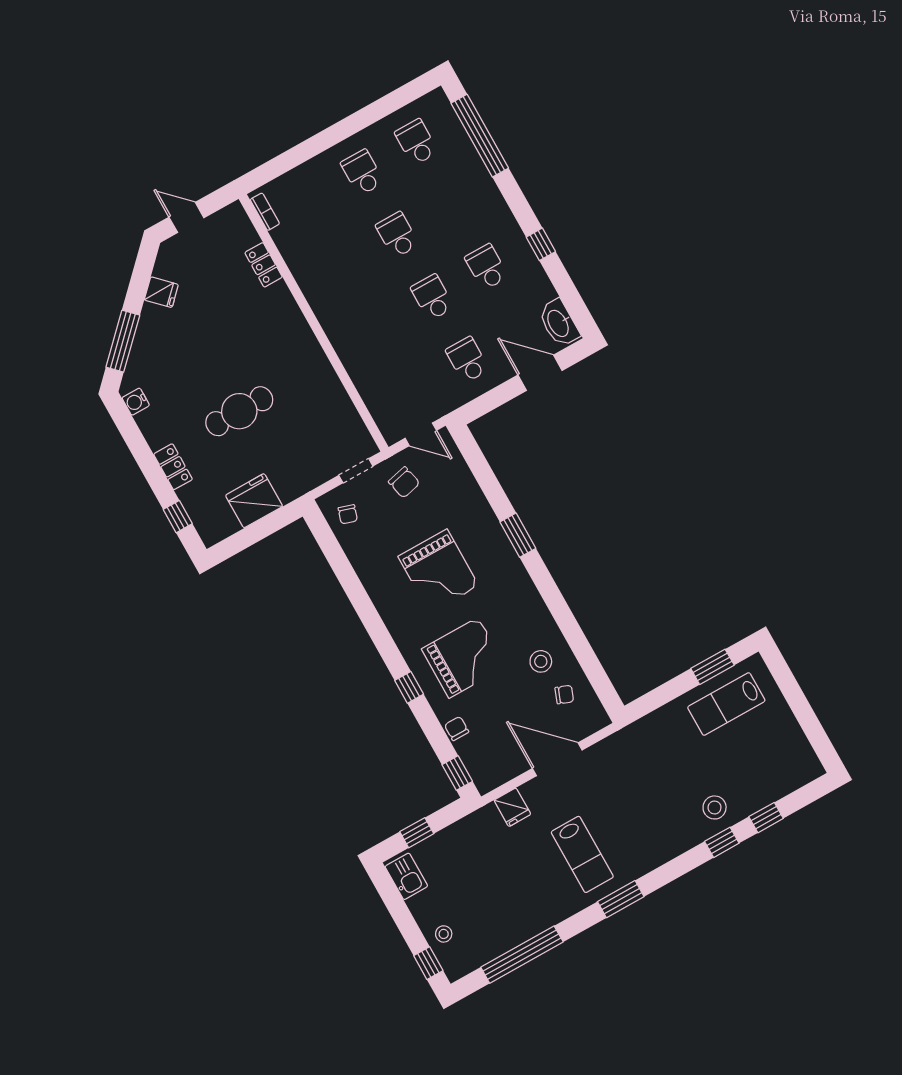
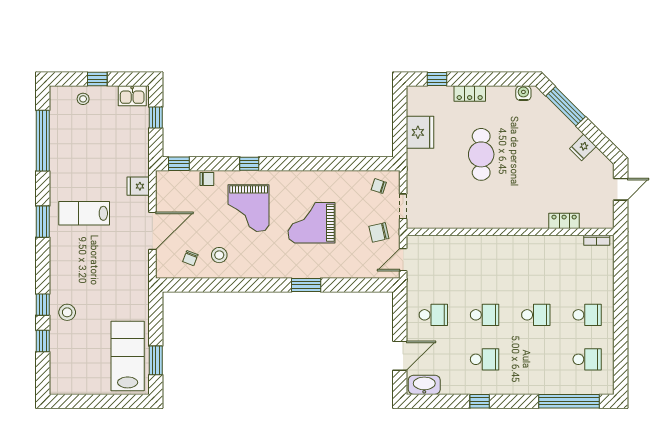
lab bench: (726, 704) -> (128, 356), width x1.36, depth x1.39
window: (428, 963) -> (97, 79), moved

